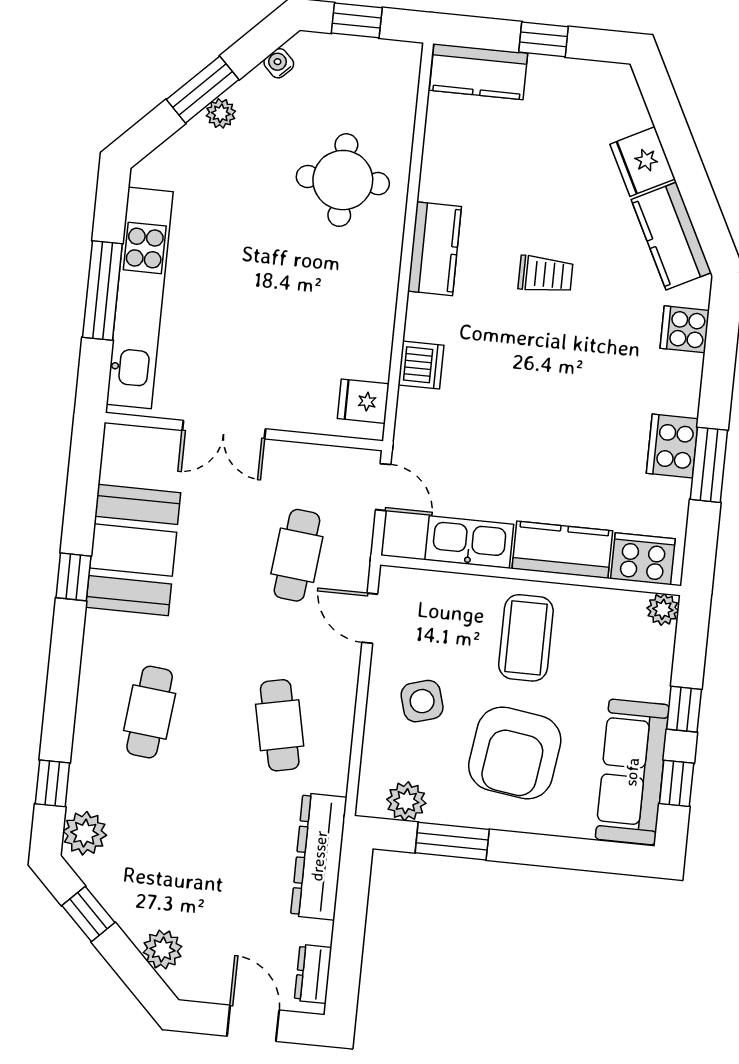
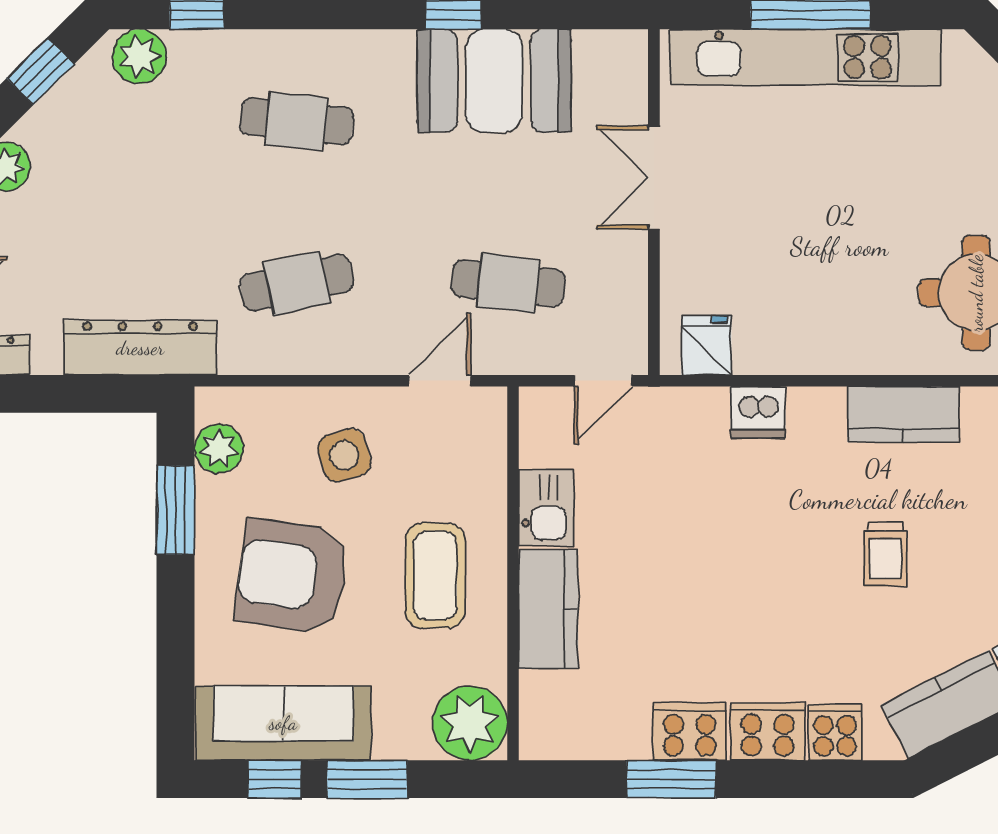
kitchen sink: (469, 542) -> (546, 508), width x0.73
cooker: (643, 559) -> (768, 732), moved, turned -90
plant: (663, 609) -> (470, 723), width x1.88, depth x1.88
coffee table: (526, 638) -> (435, 576), turned 90
window: (684, 709) -> (367, 779), width x1.50

